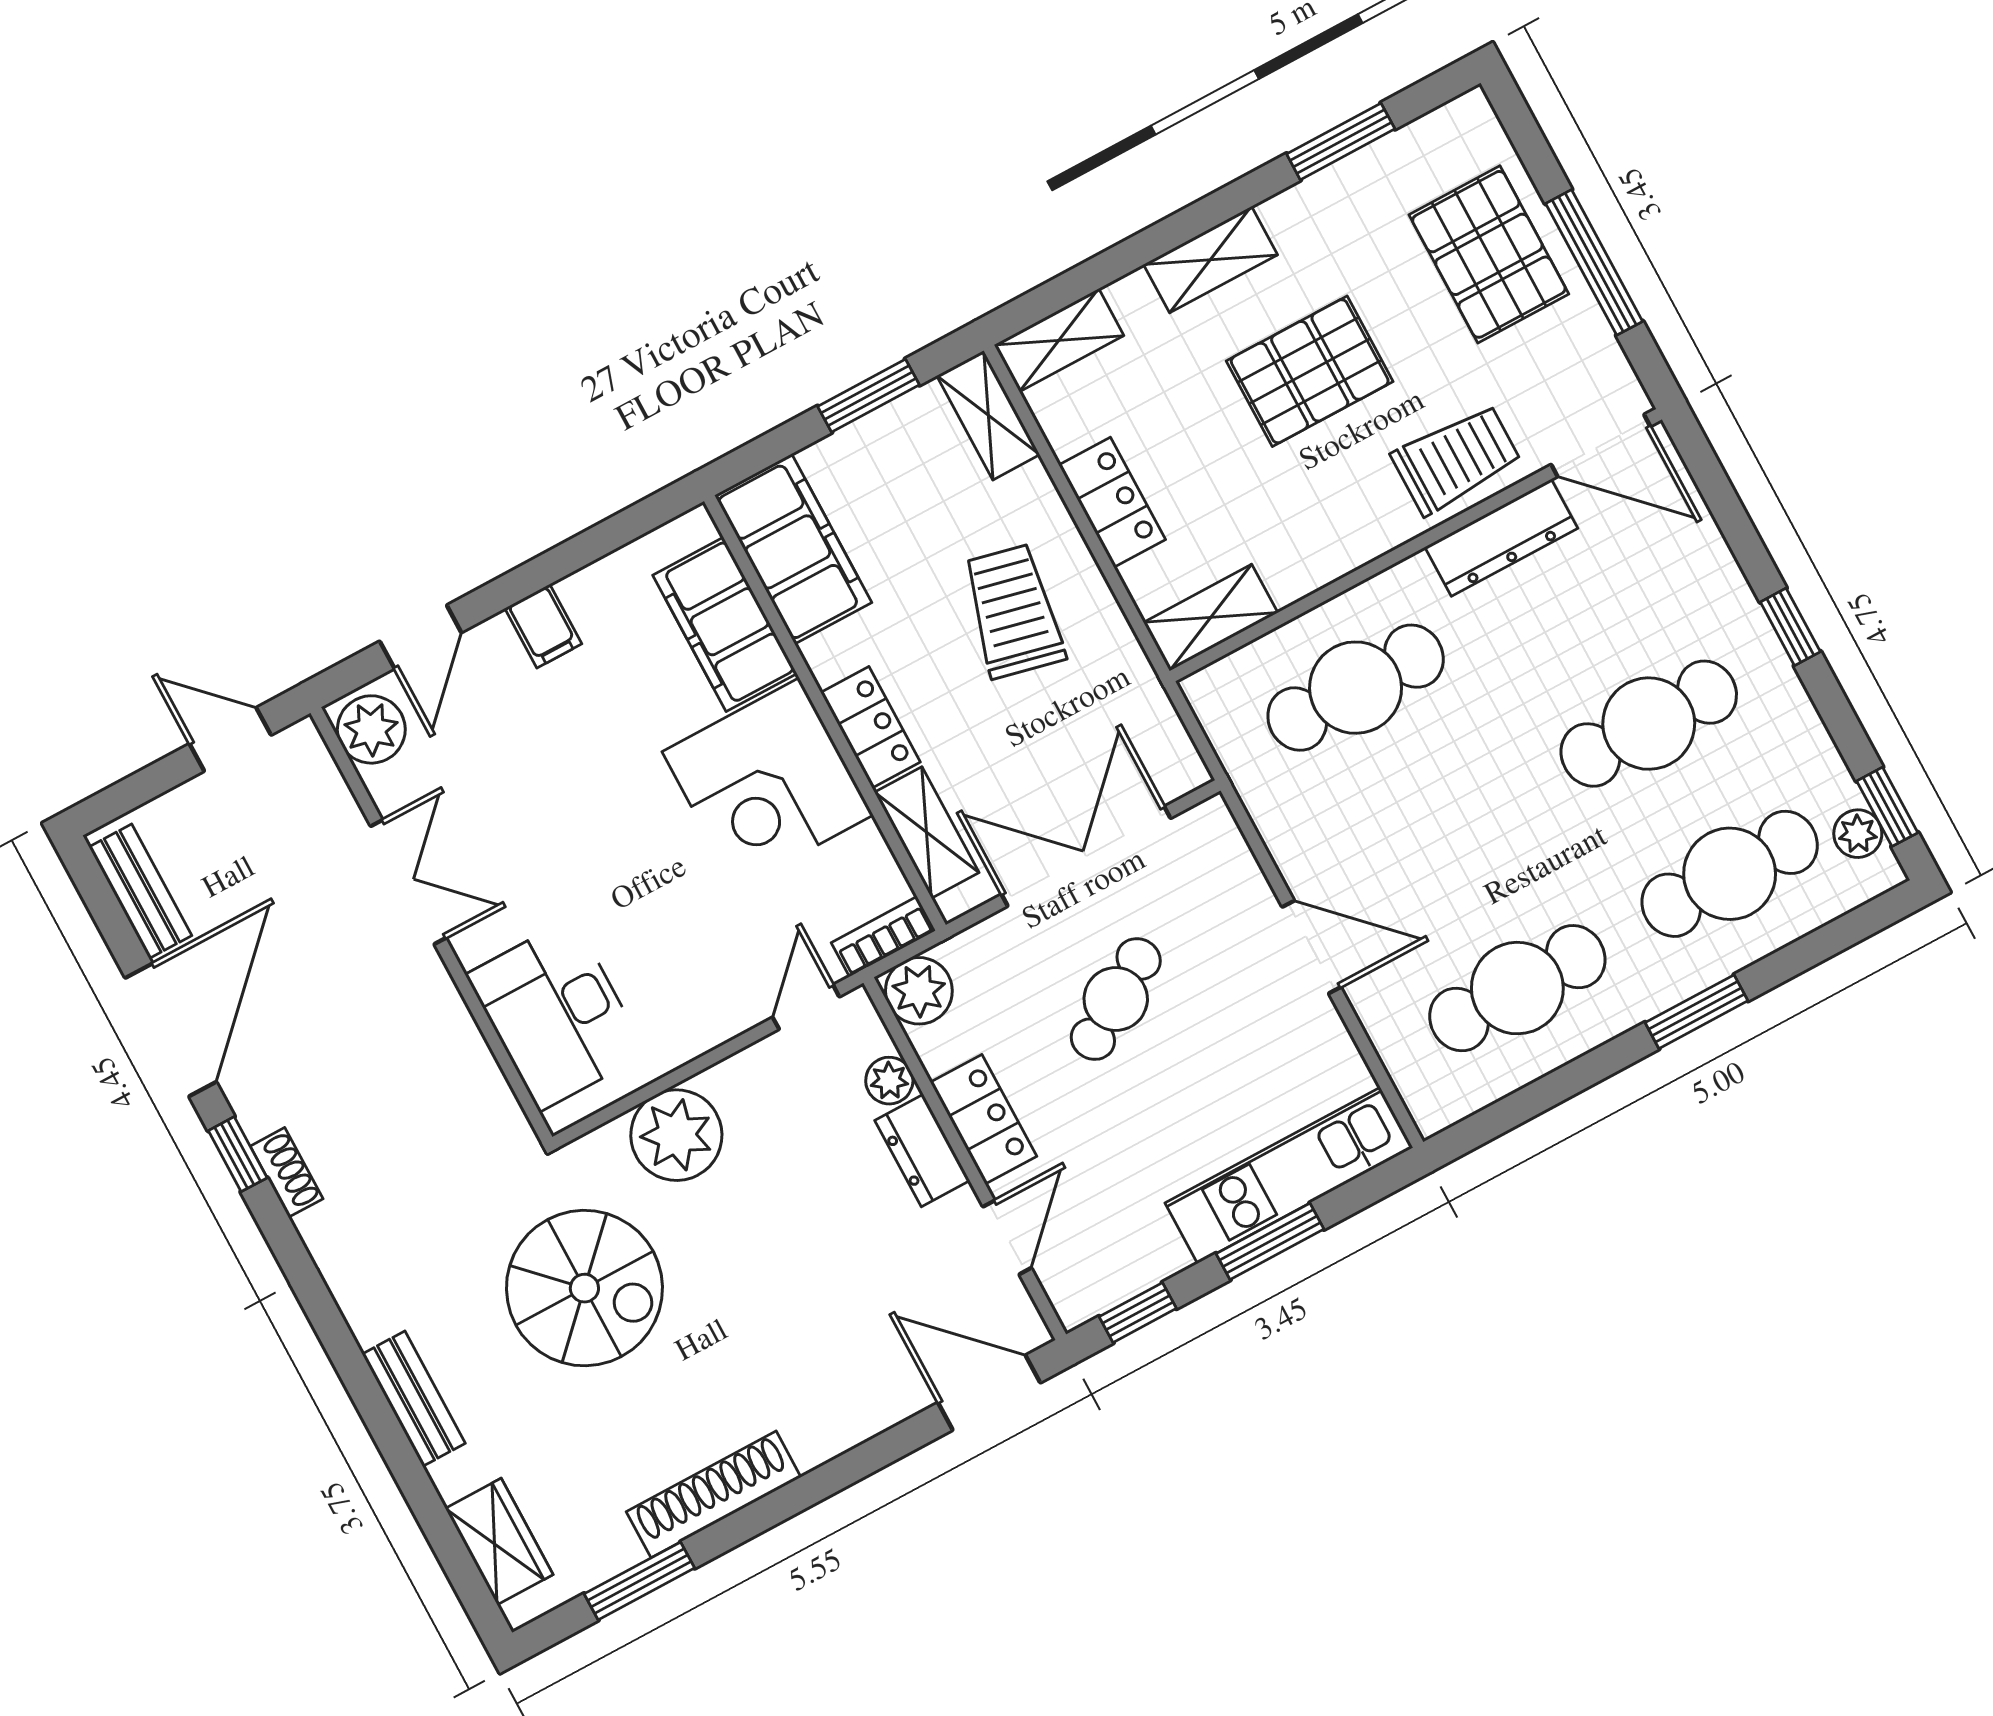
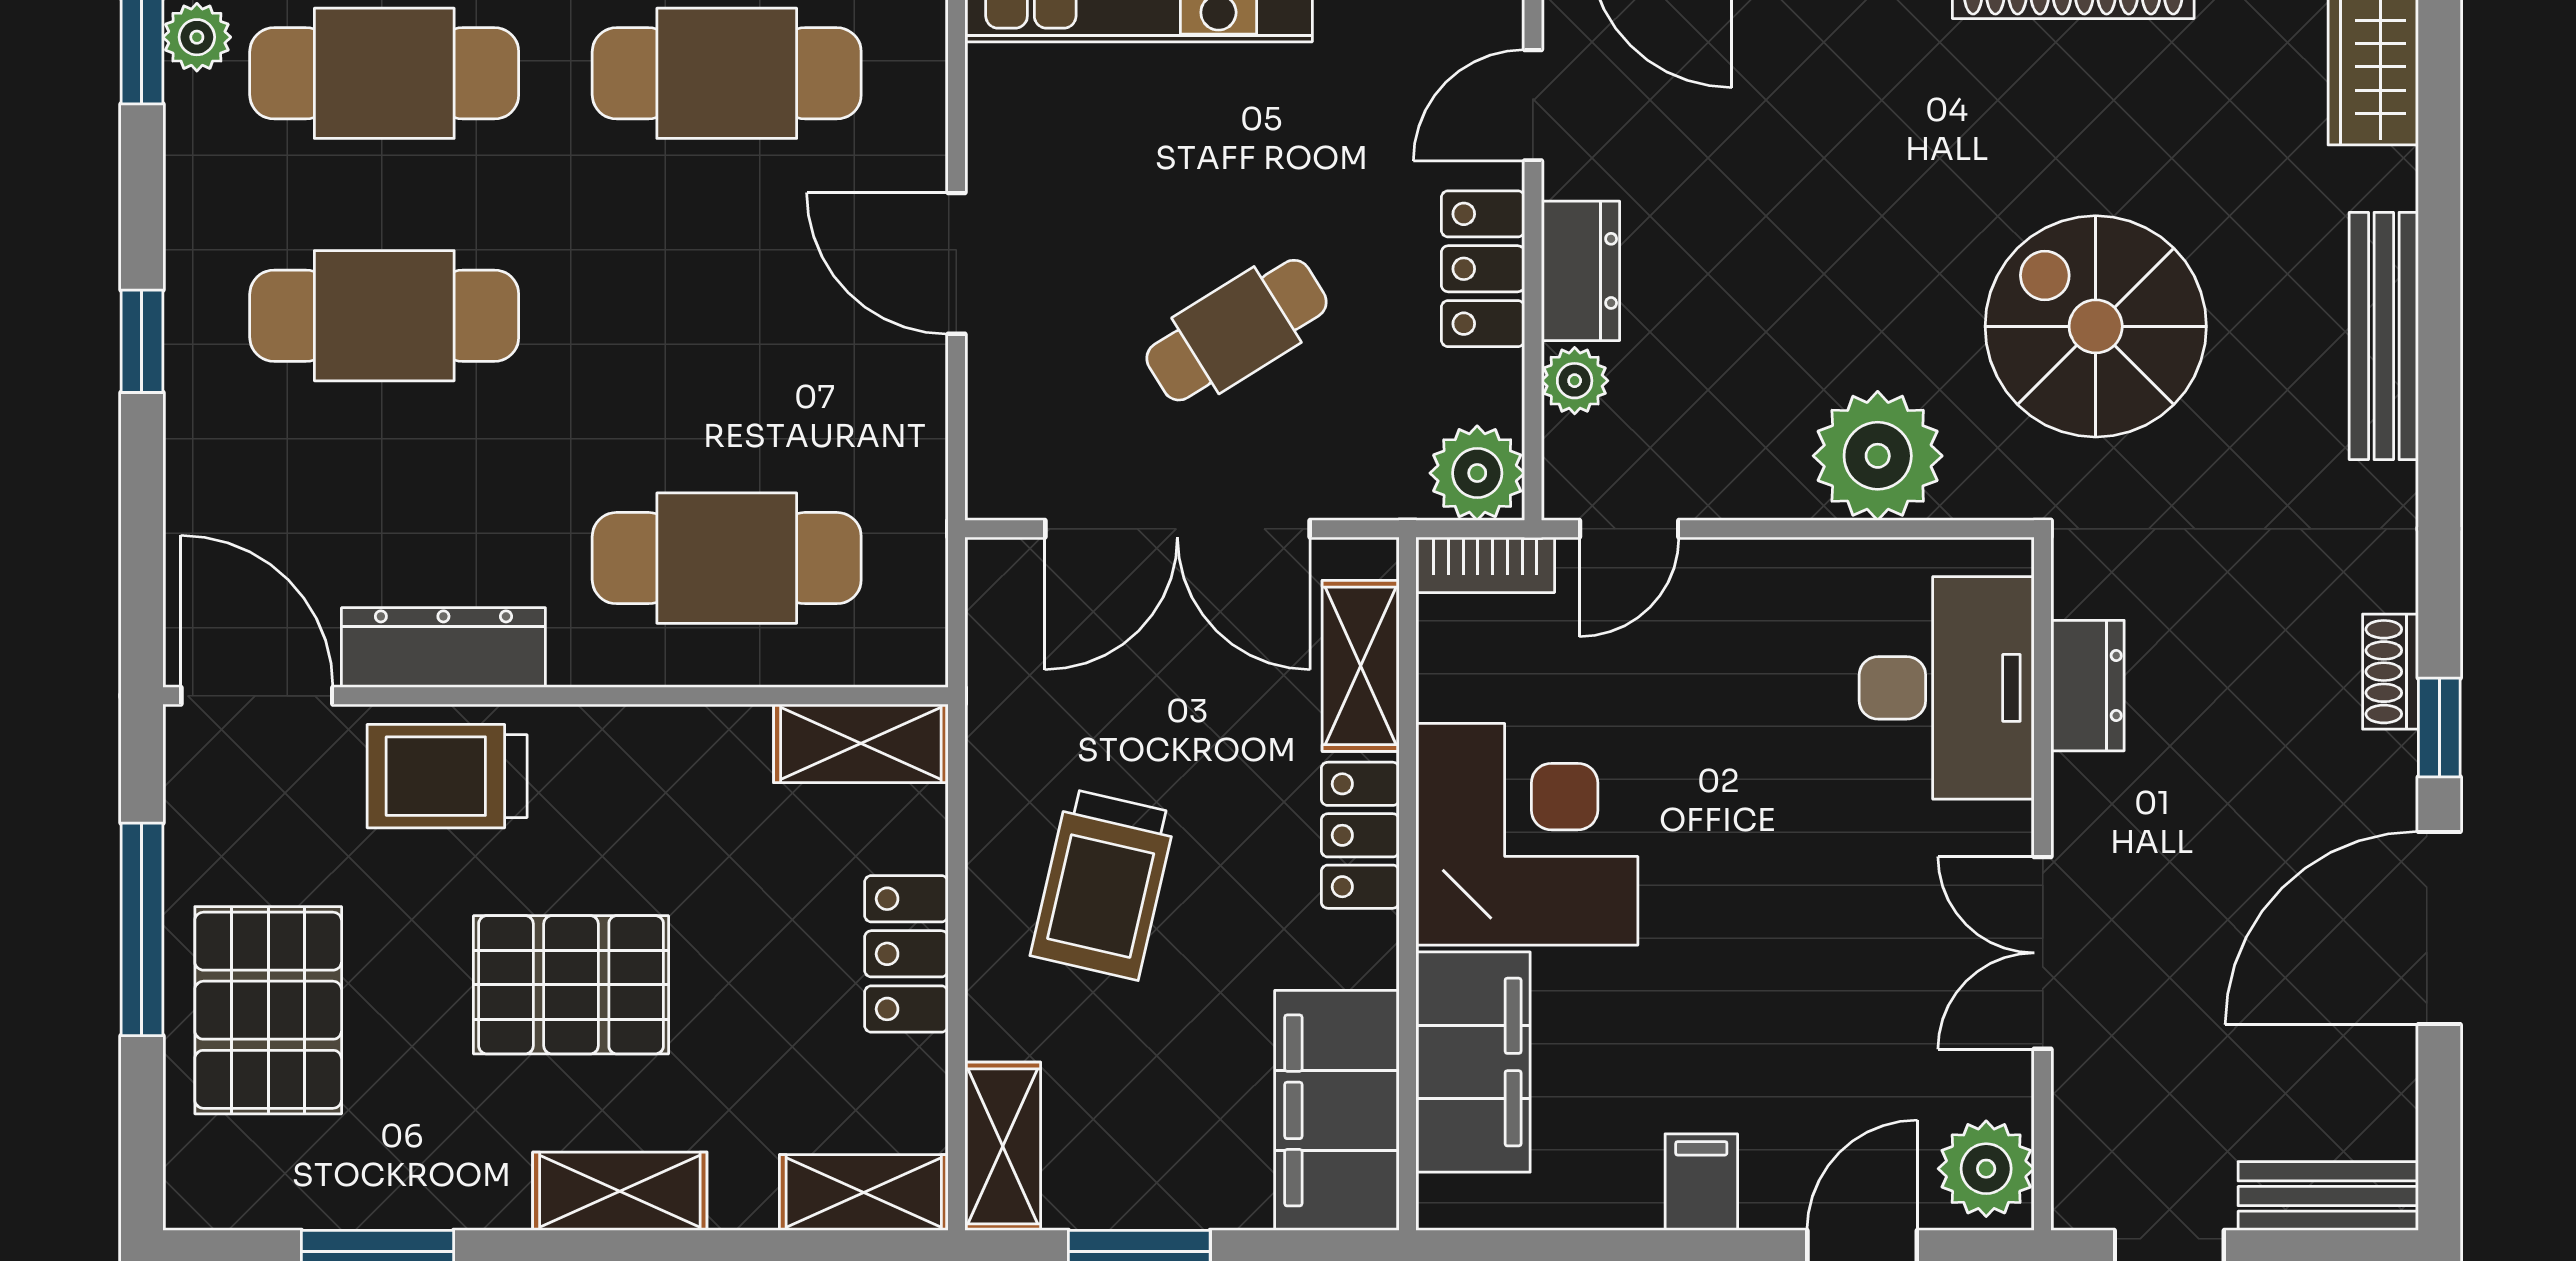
bench: (140, 891) -> (2328, 1196), moved, turned 90
dresser: (470, 1063) -> (2088, 686), added
bench: (414, 1399) -> (2384, 336), width x1.36

